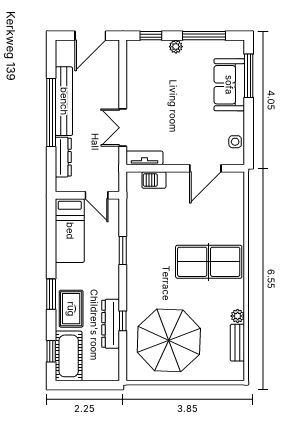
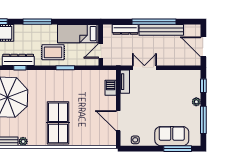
window: (51, 294) -> (37, 22), width x1.44
rug: (71, 309) -> (53, 52), moved

